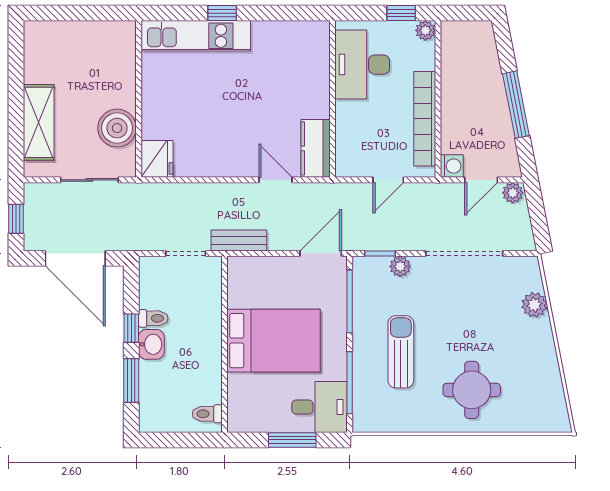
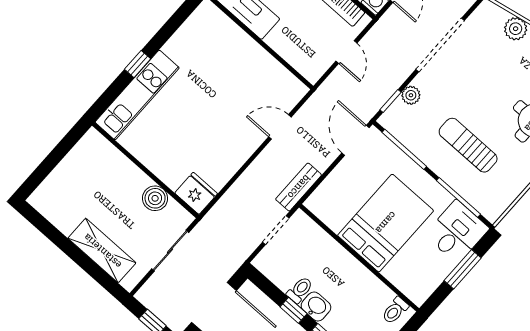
boiler: (117, 128) -> (155, 198), width x0.73, depth x0.73
kitchen counter: (316, 148) -> (283, 82), removed

